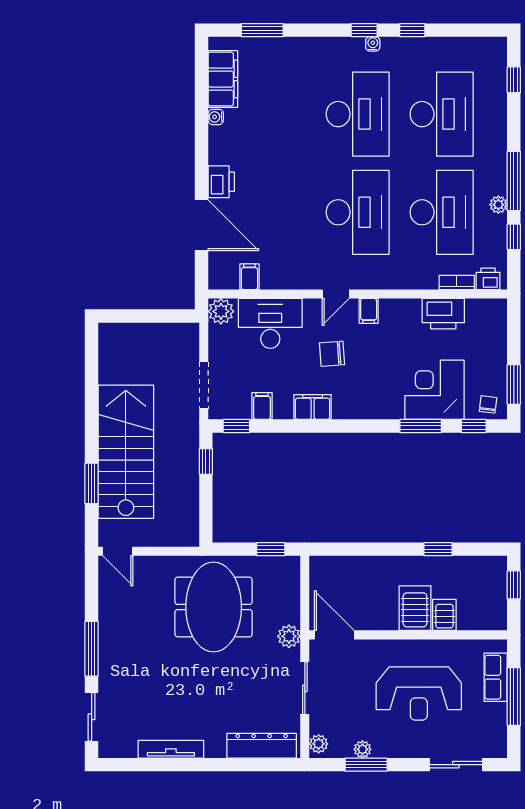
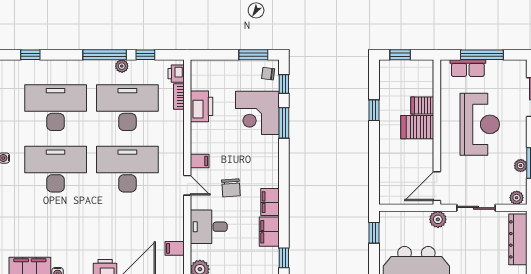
desk: (270, 323) -> (209, 227), width x0.73
filing cabinet: (262, 406) -> (269, 232), width x2.00

